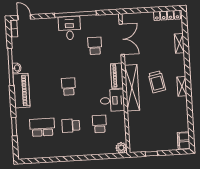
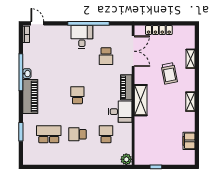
locker: (167, 15) -> (159, 30), moved
school desk: (95, 46) -> (106, 56), turned 180
trolley: (157, 82) -> (169, 73), moved
shelving: (132, 88) -> (141, 100), width x0.68
filing cabinet: (184, 141) -> (189, 141), moved

